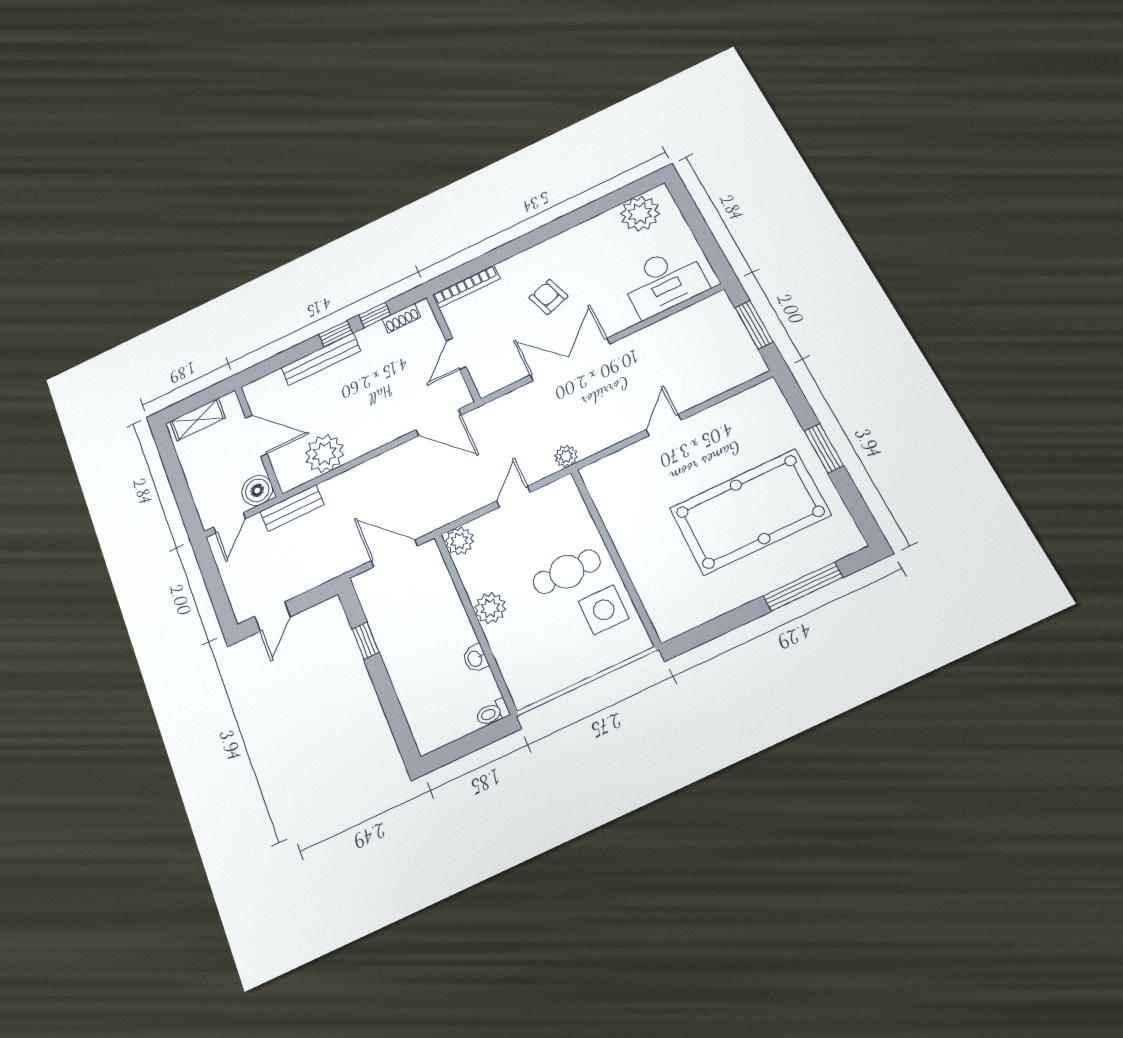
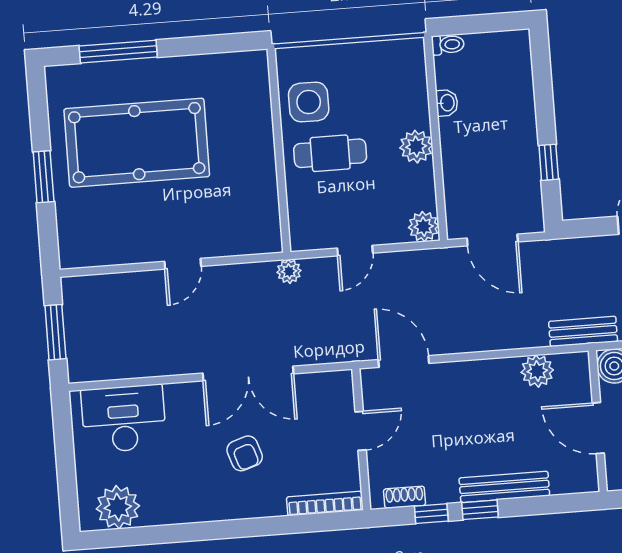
plant: (325, 454) -> (537, 371), width x0.73, depth x0.73

